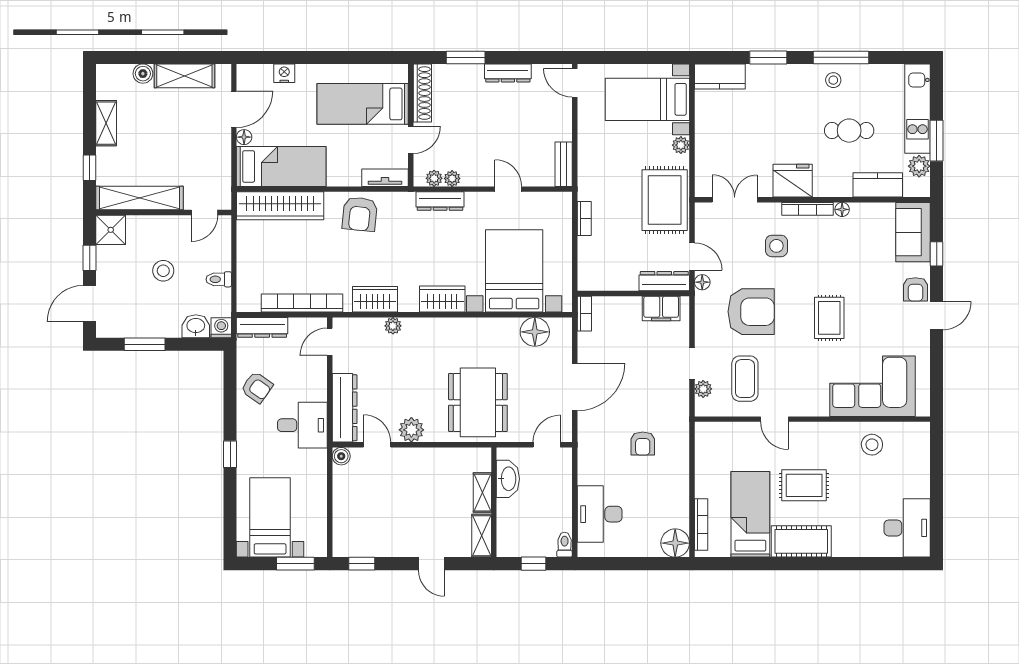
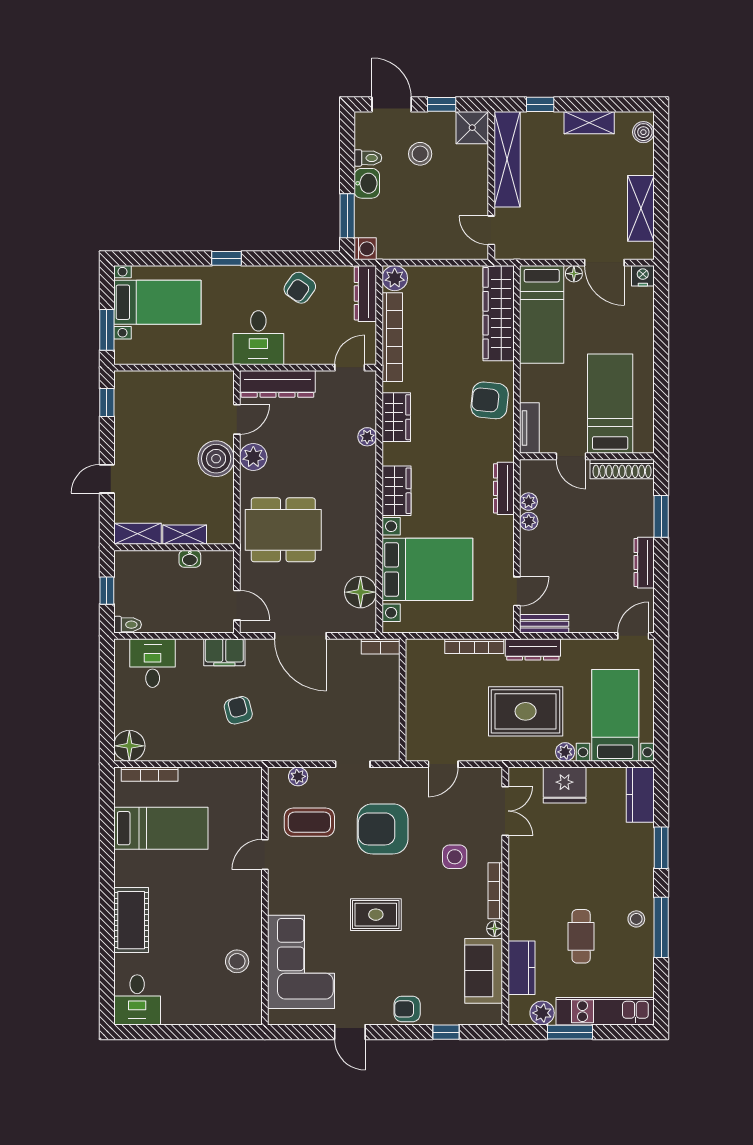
nightstand: (284, 73) -> (643, 276), moved, turned -90
boiler: (143, 74) -> (643, 132), moved
plant: (434, 178) -> (529, 521), moved
fridge: (793, 181) -> (565, 785), moved, turned 90
door: (508, 189) -> (517, 591), moved
rug: (665, 200) -> (526, 711), moved
bookcase: (584, 218) -> (474, 646), width x1.56
sofa: (913, 232) -> (484, 971), moved, turned -90
stool: (163, 271) -> (420, 154), moved
toilet: (219, 279) -> (368, 158), moved, turned 90
dresser: (664, 281) -> (533, 649), moved, turned 90
floor lamp: (702, 282) -> (415, 775), removed
plant: (248, 301) -> (395, 278), added
filing cabinet: (661, 309) -> (224, 652), moved, turned -90
armchair: (751, 312) -> (383, 829), turned 90
door: (937, 316) -> (350, 1032), moved
washbasin: (196, 326) -> (367, 183), moved
door: (330, 342) -> (350, 368), hinge flipped
window: (145, 344) -> (347, 216), moved
doorway: (692, 363) -> (353, 764), moved
armchair: (643, 444) -> (238, 710), turned 76
boiler: (341, 456) -> (216, 459), moved, width x1.86, depth x1.86
washbasin: (508, 479) -> (190, 559), width x0.52, depth x0.69
rug: (804, 485) -> (193, 887), removed
desk: (600, 514) -> (153, 663), width x0.73
desk: (907, 528) -> (137, 1000), width x0.73
cot: (801, 541) -> (131, 920), moved

